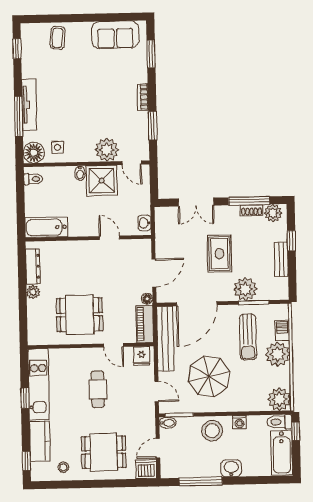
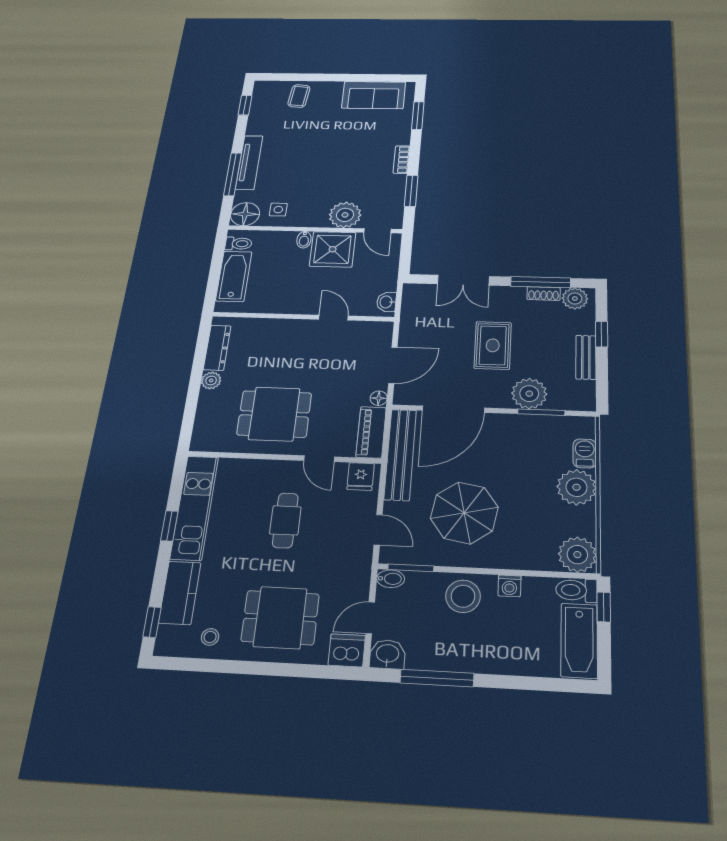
bathtub: (46, 227) -> (234, 276), moved, turned 90
sun lounger: (248, 337) -> (530, 460), removed
washbasin: (231, 468) -> (387, 654), moved

